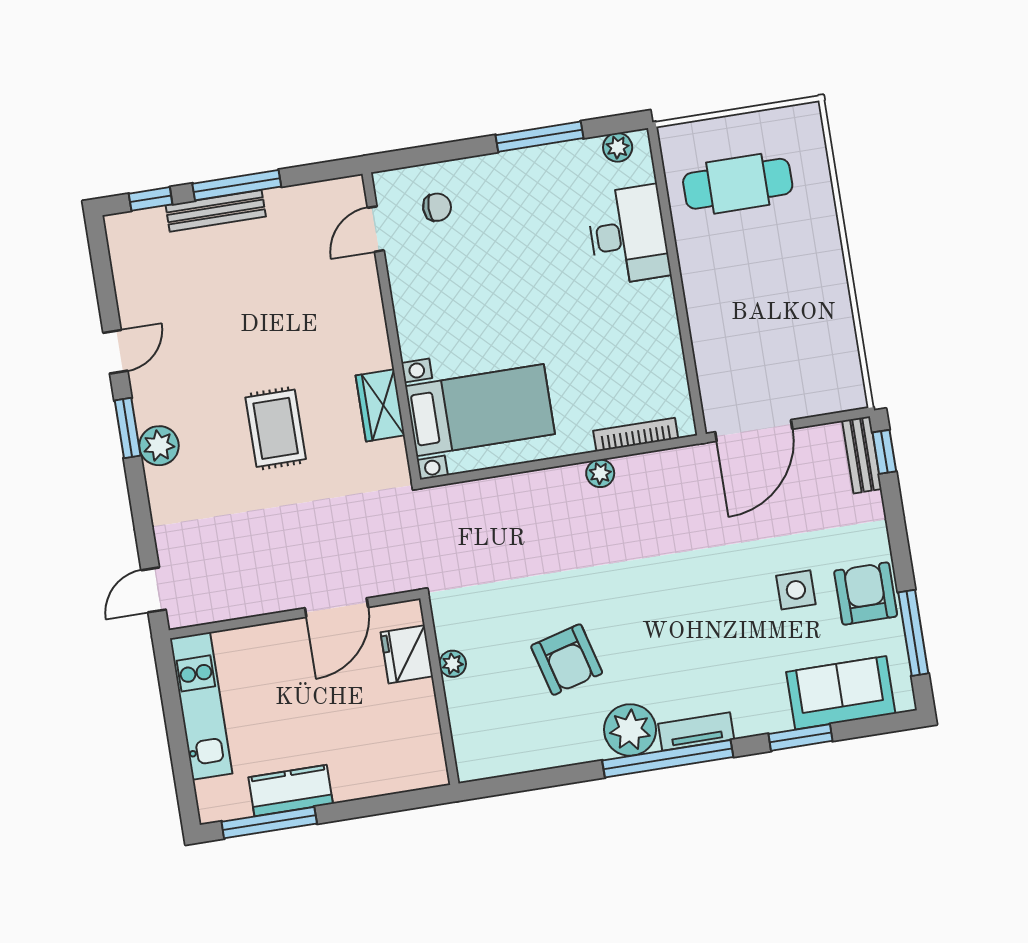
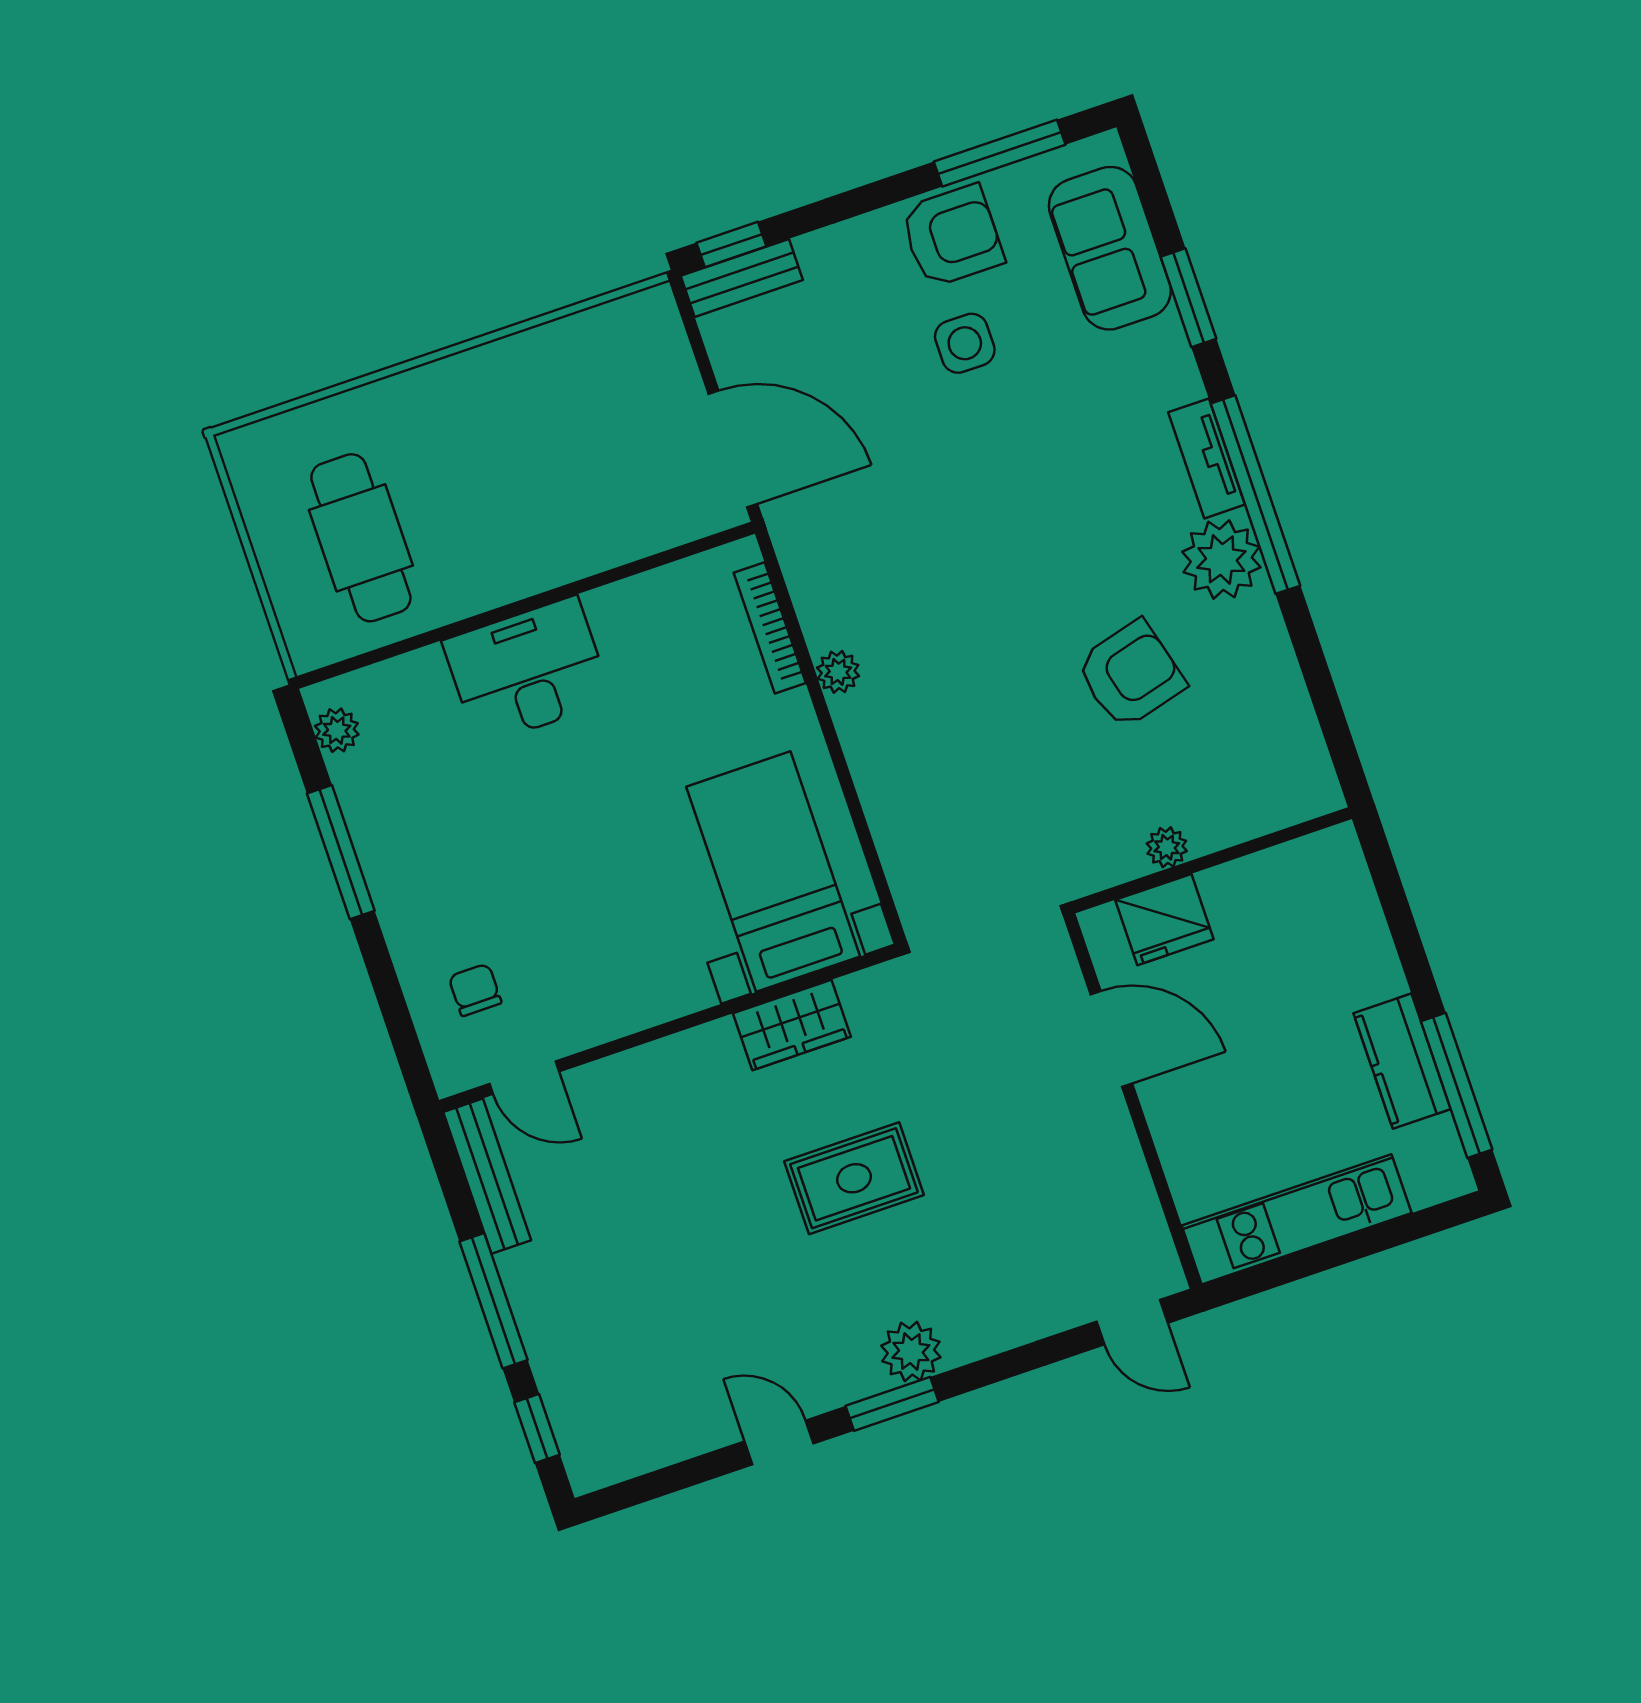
bench: (216, 211) -> (487, 1176), moved
desk: (628, 235) -> (527, 671), moved
armchair: (866, 594) -> (952, 236), turned 180

